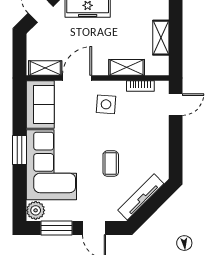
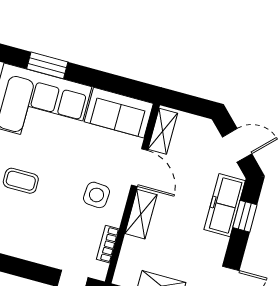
shelving: (127, 67) -> (141, 214), moved
window: (20, 150) -> (47, 65), moved

